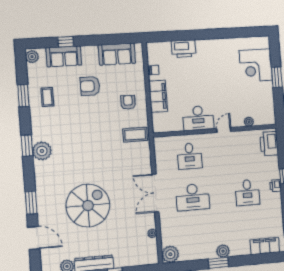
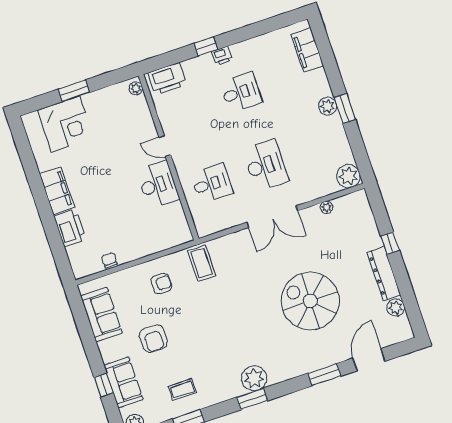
filing cabinet: (158, 96) -> (57, 191), moved, turned 90
armchair: (128, 102) -> (161, 284), turned 180
plant: (249, 122) -> (136, 88), moved

